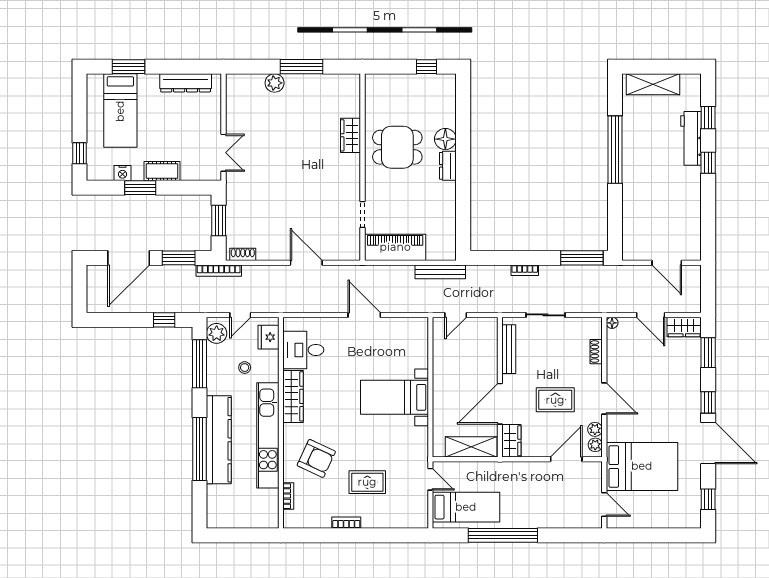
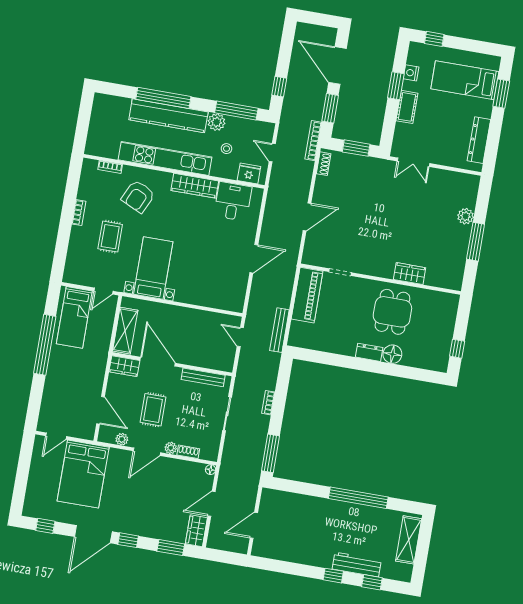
plant: (217, 333) -> (216, 122), moved
bed with nightstands: (395, 397) -> (153, 268), moved
plant: (595, 445) -> (171, 448), moved

